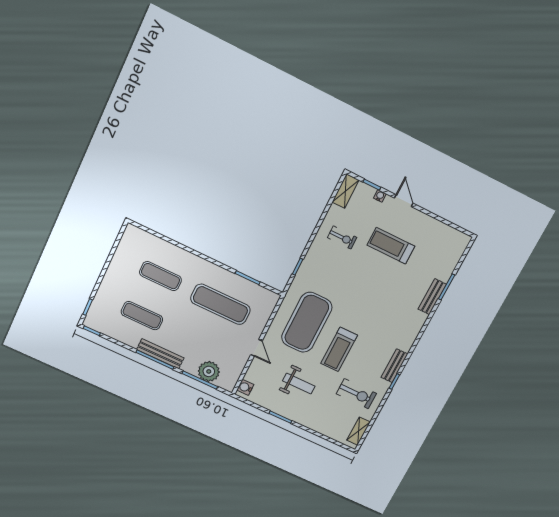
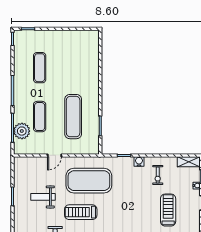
exercise mat: (160, 276) -> (40, 117), moved
bench: (160, 354) -> (18, 92), removed
weight bench: (299, 384) -> (43, 197), turned 90
water cooler: (245, 387) -> (139, 161), moved

